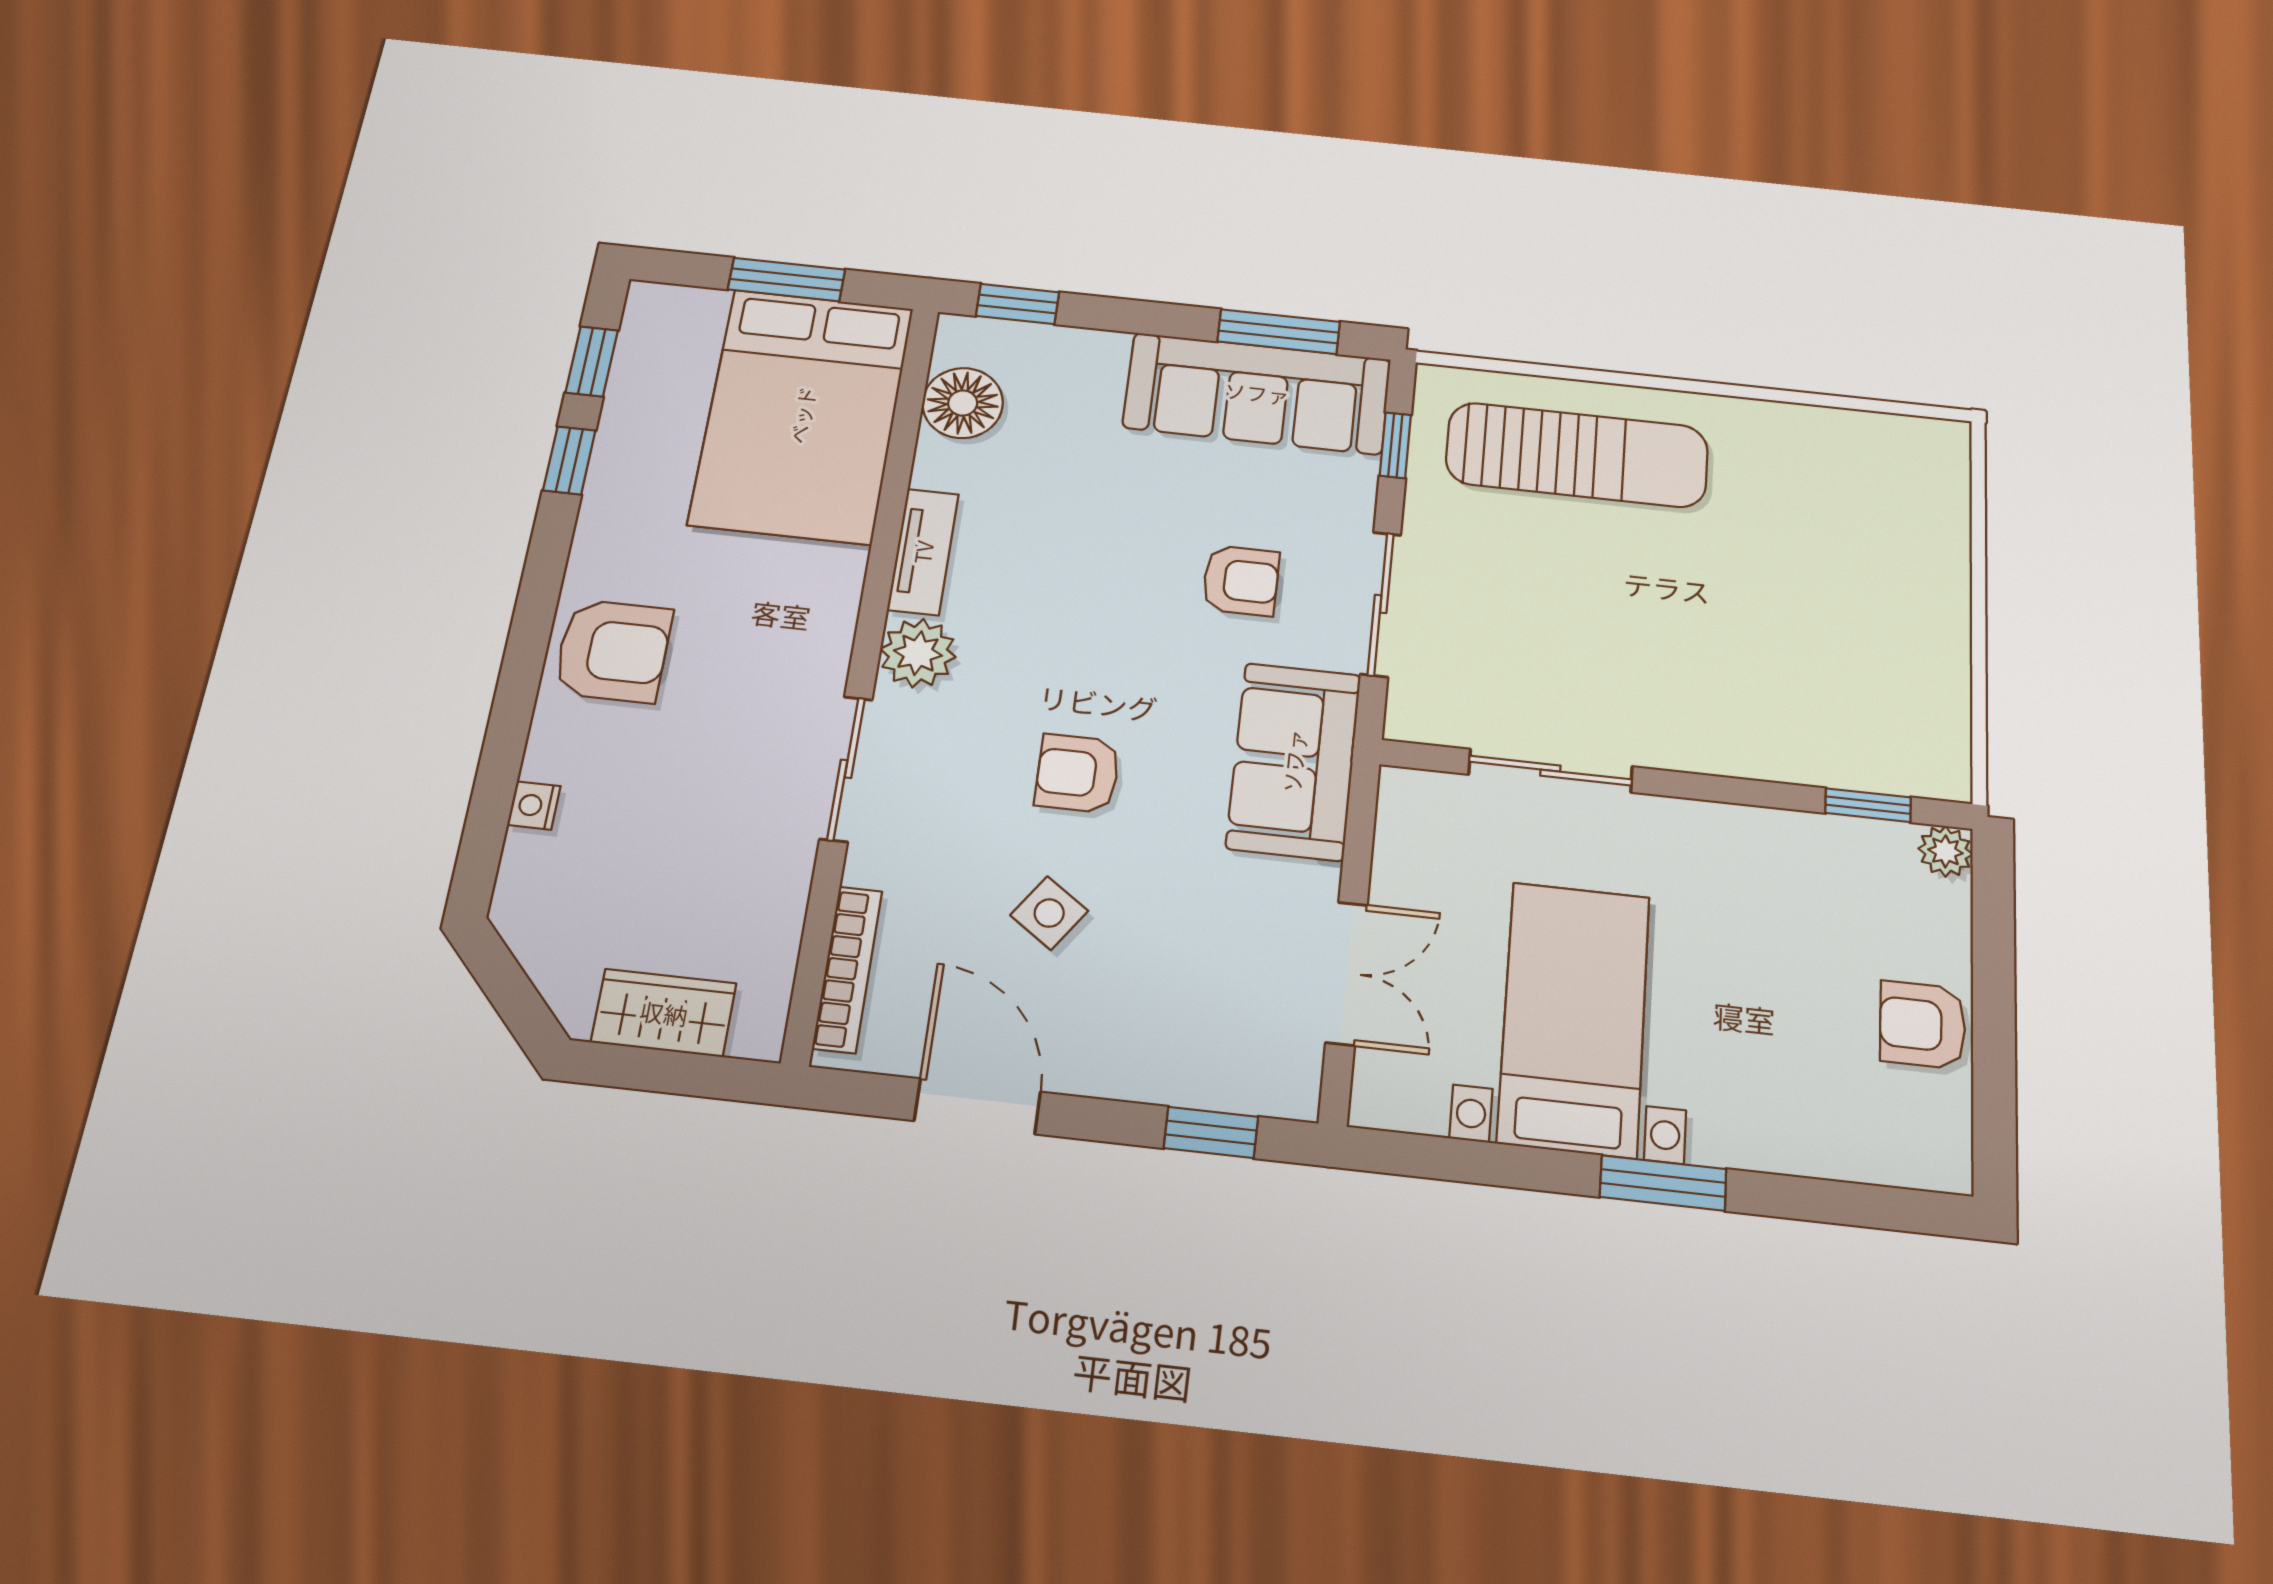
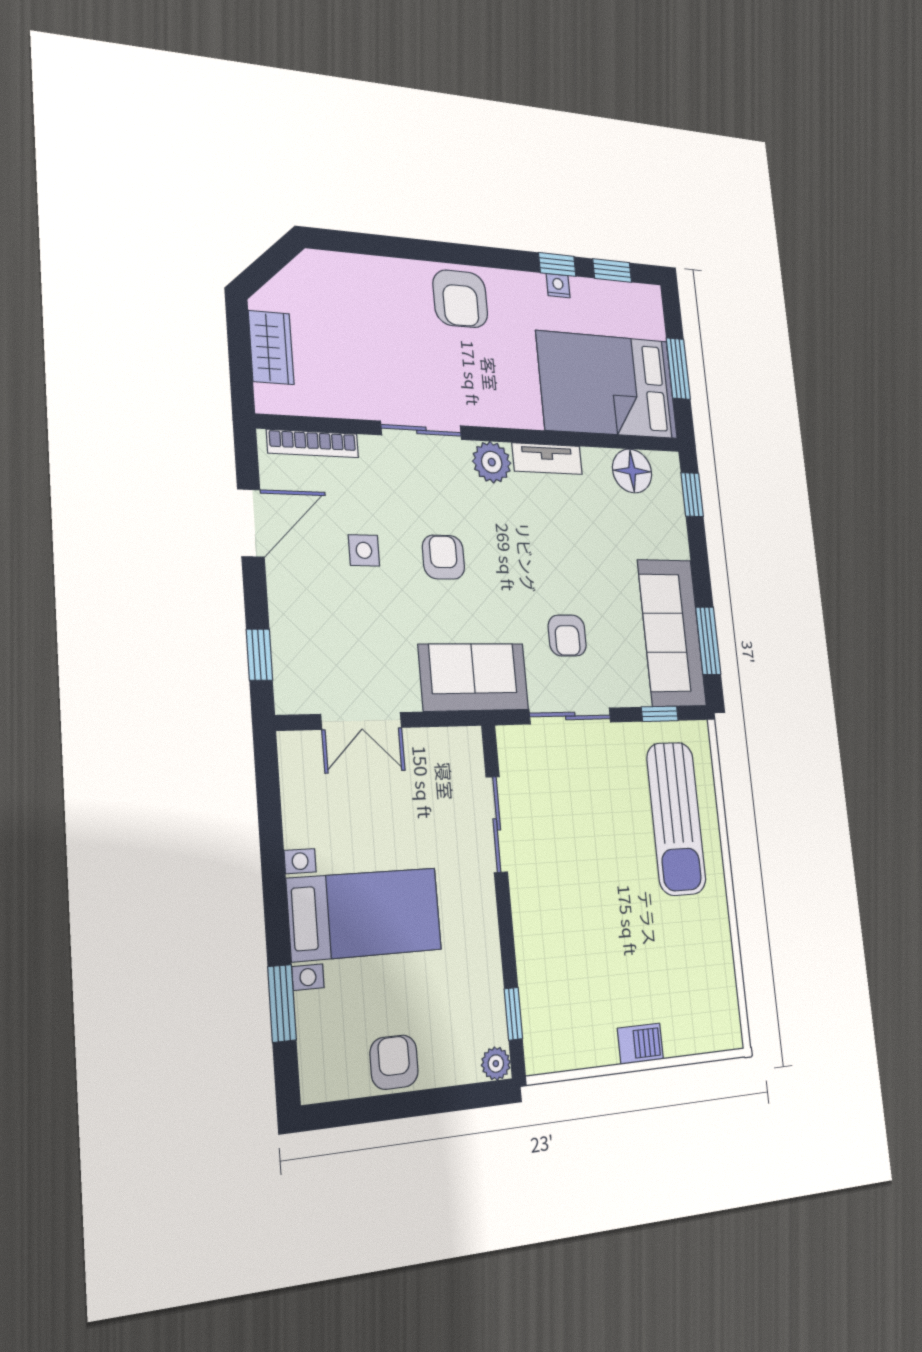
barbecue: (1943, 597) -> (640, 1044), added
nightstand: (534, 805) -> (558, 286), moved
side table: (1049, 913) -> (364, 550), turned -35
bed with nightstands: (1574, 1018) -> (365, 914), moved
window: (1663, 1183) -> (282, 1003), moved

